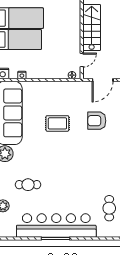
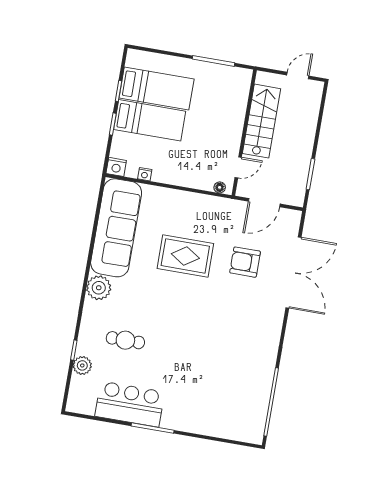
rug: (57, 123) -> (185, 256), width x1.36, depth x1.43
cafe table: (109, 208) -> (241, 396), removed
bar counter: (56, 226) -> (130, 404), width x0.54

